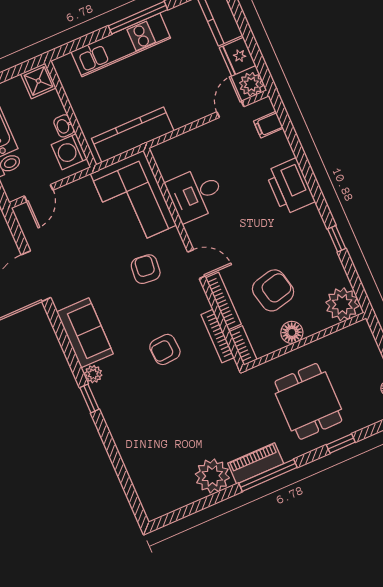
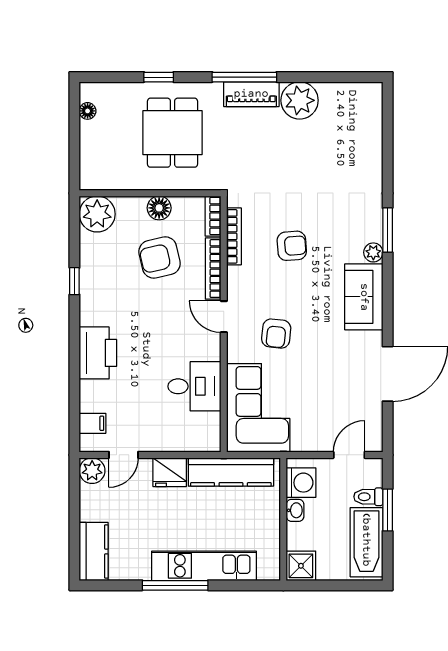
fridge: (238, 57) -> (170, 472), moved, turned 90
window: (89, 398) -> (388, 230), width x1.50

